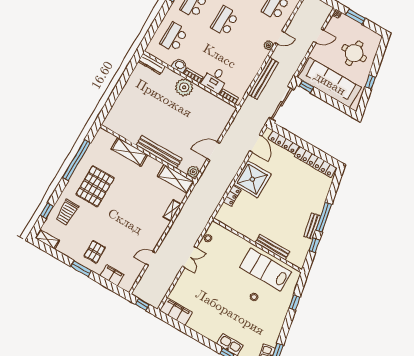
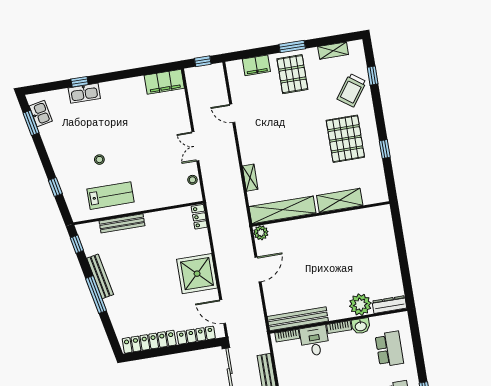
plant: (184, 87) -> (360, 305), moved
bench: (159, 152) -> (298, 319), moved
window: (76, 160) -> (385, 149), width x0.32
shelving: (176, 179) -> (282, 210), width x1.47
locker: (232, 196) -> (199, 217), moved
trolley: (67, 212) -> (352, 90), turned -144
bench: (312, 226) -> (100, 276), width x1.36
shelving: (47, 239) -> (333, 51), moved
window: (314, 245) -> (77, 244), moved
pallet: (95, 252) -> (292, 74), width x1.50, depth x1.42
door: (151, 258) -> (232, 113), swing flipped
lab bench: (265, 270) -> (110, 196), width x0.73, depth x0.72

